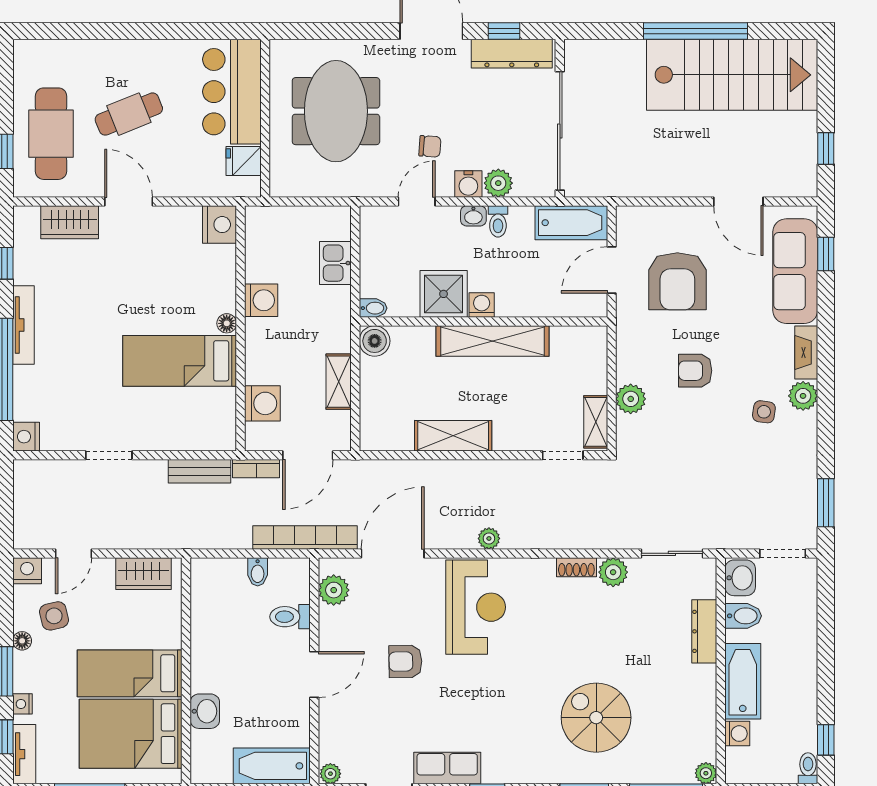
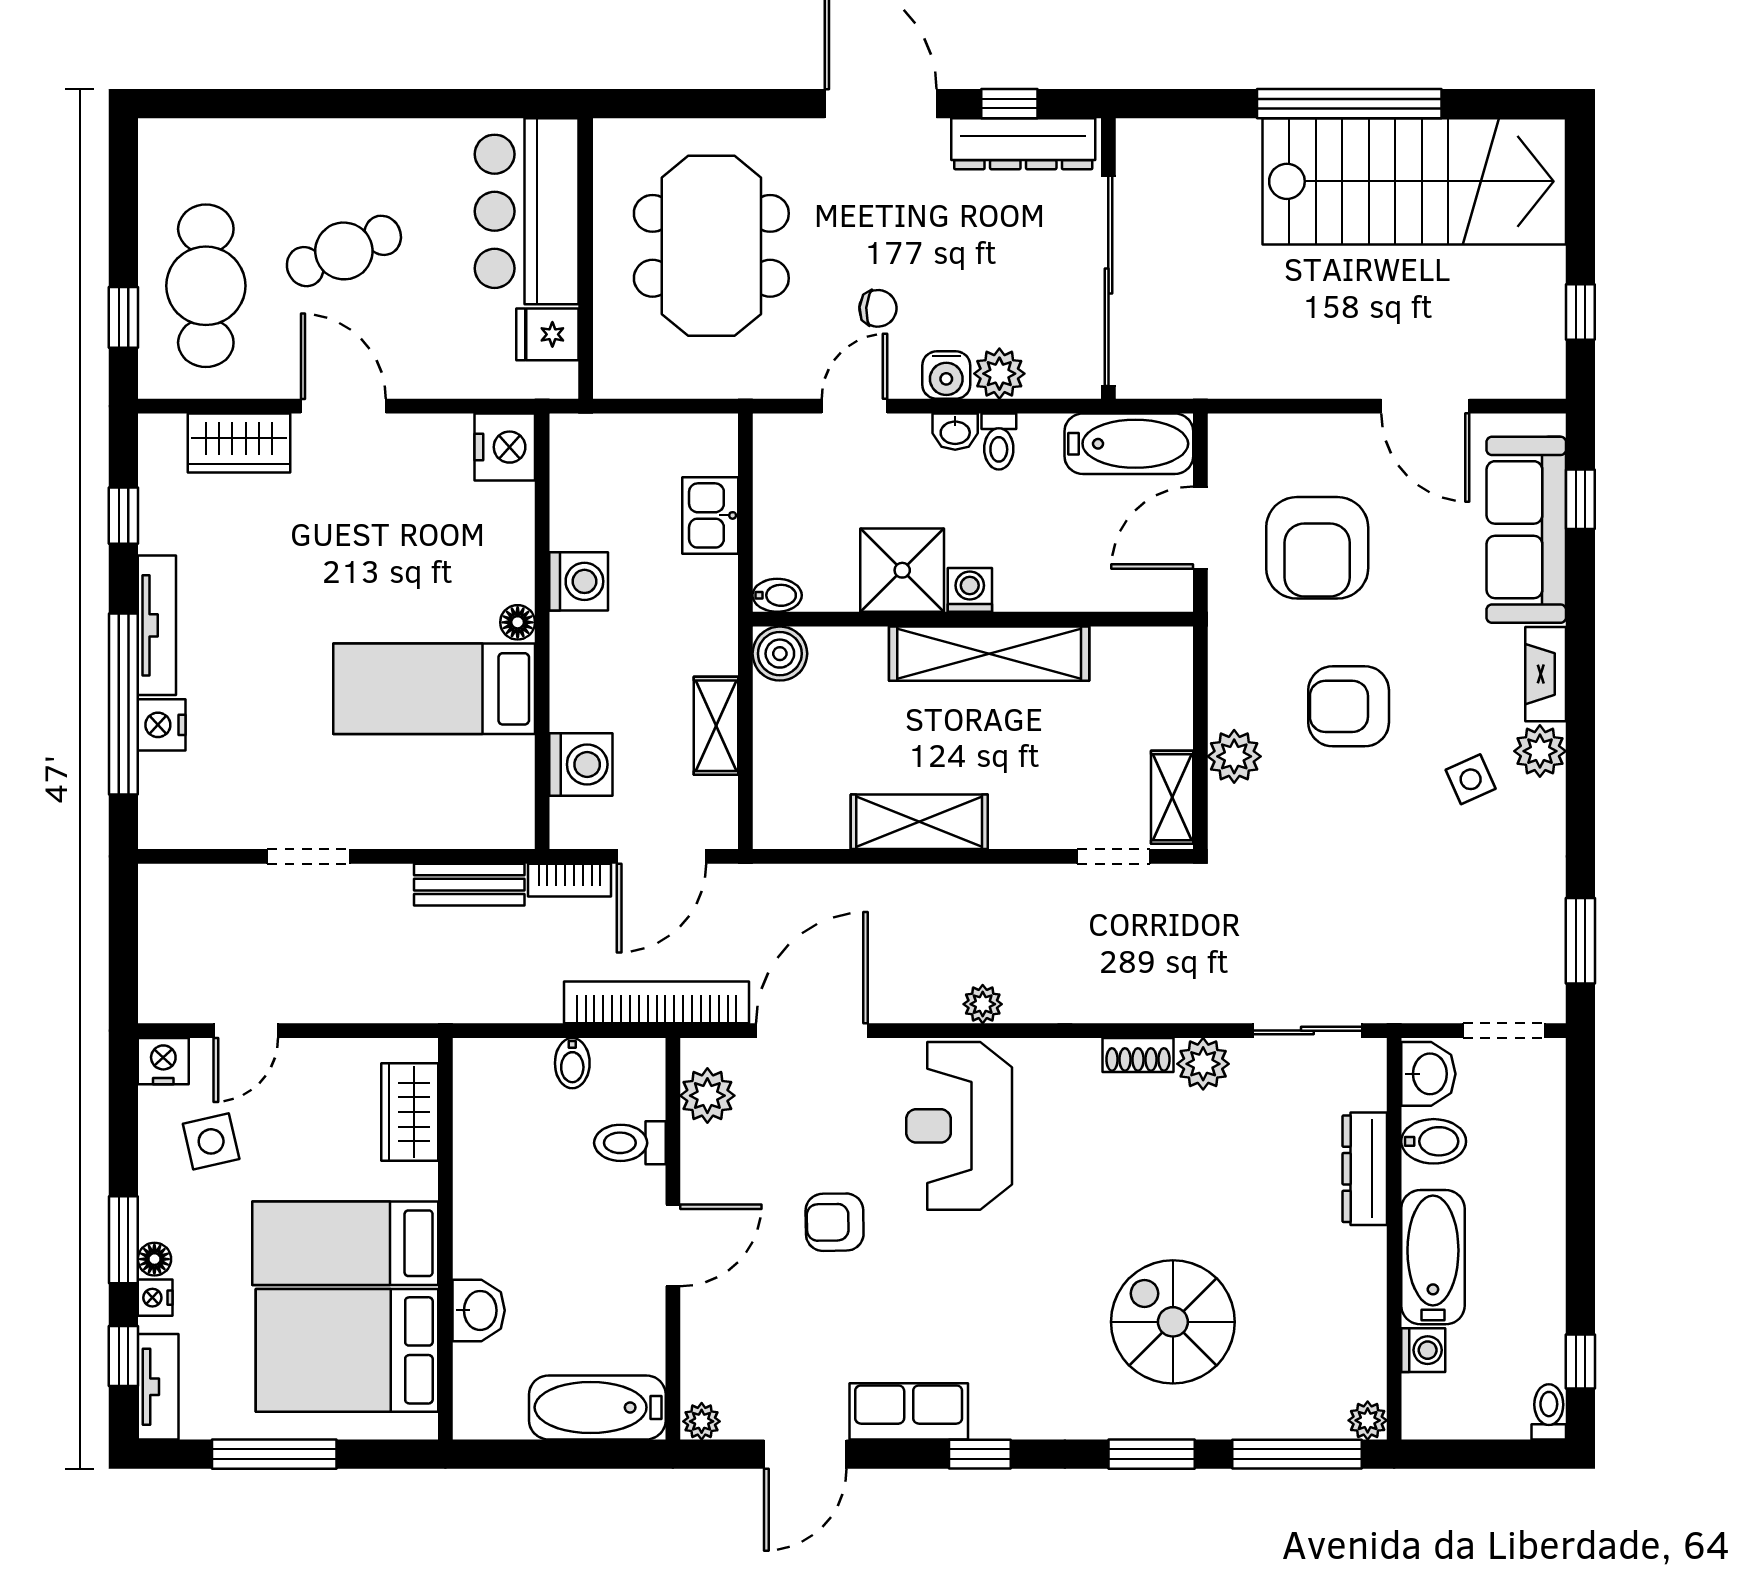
armchair: (695, 371) -> (1349, 706), width x1.38, depth x1.38
side table: (764, 412) -> (1471, 779), turned -32
nightstand: (26, 437) -> (162, 725), moved
wardrobe: (143, 574) -> (410, 1112), moved, turned 90
reception desk: (476, 607) -> (959, 1126), turned 180
floor lamp: (22, 641) -> (154, 1259), moved

